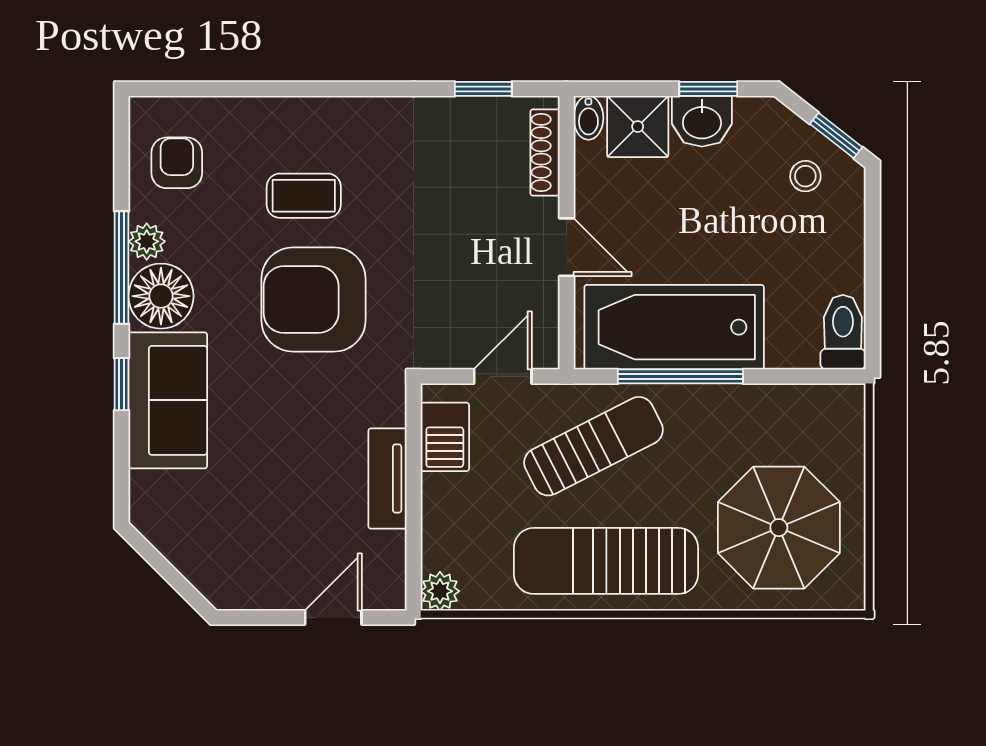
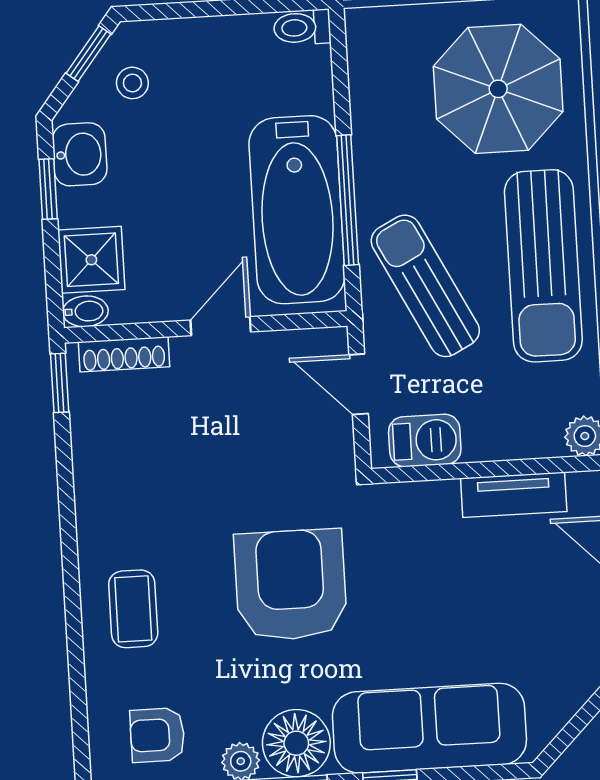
window: (483, 89) -> (60, 383), moved
washbasin: (702, 121) -> (80, 154), moved
coffee table: (304, 196) -> (133, 609), moved
armchair: (314, 300) -> (291, 585), turned 180
toilet: (843, 332) -> (302, 27), width x0.73, depth x0.72
sofa: (168, 400) -> (429, 728), width x1.36
tv unit: (387, 478) -> (514, 495), moved

